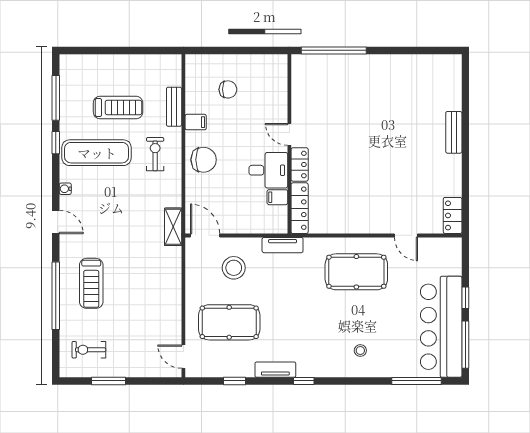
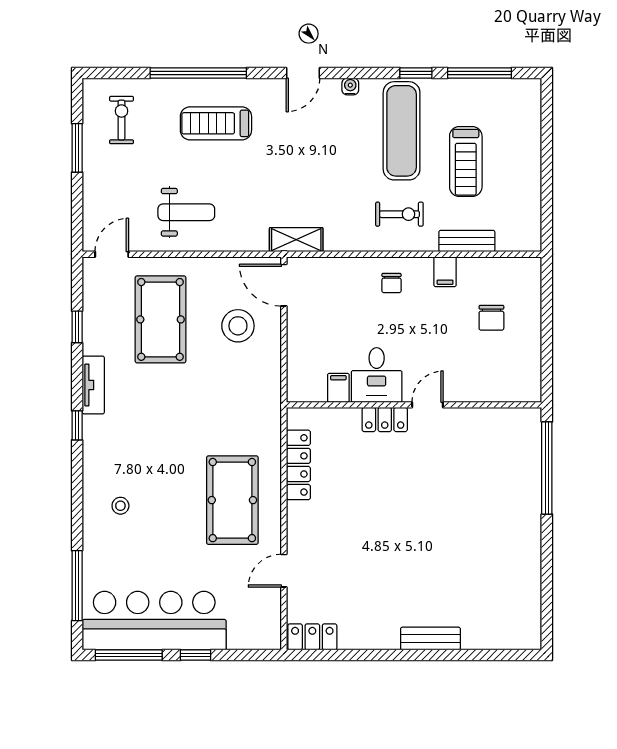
chair: (204, 160) -> (392, 283), width x0.54, depth x0.54
locker: (300, 208) -> (298, 465), moved, turned -90
door: (205, 235) -> (284, 285), swing flipped
tv unit: (283, 245) -> (270, 395), removed
weight bench: (154, 304) -> (186, 212), added

